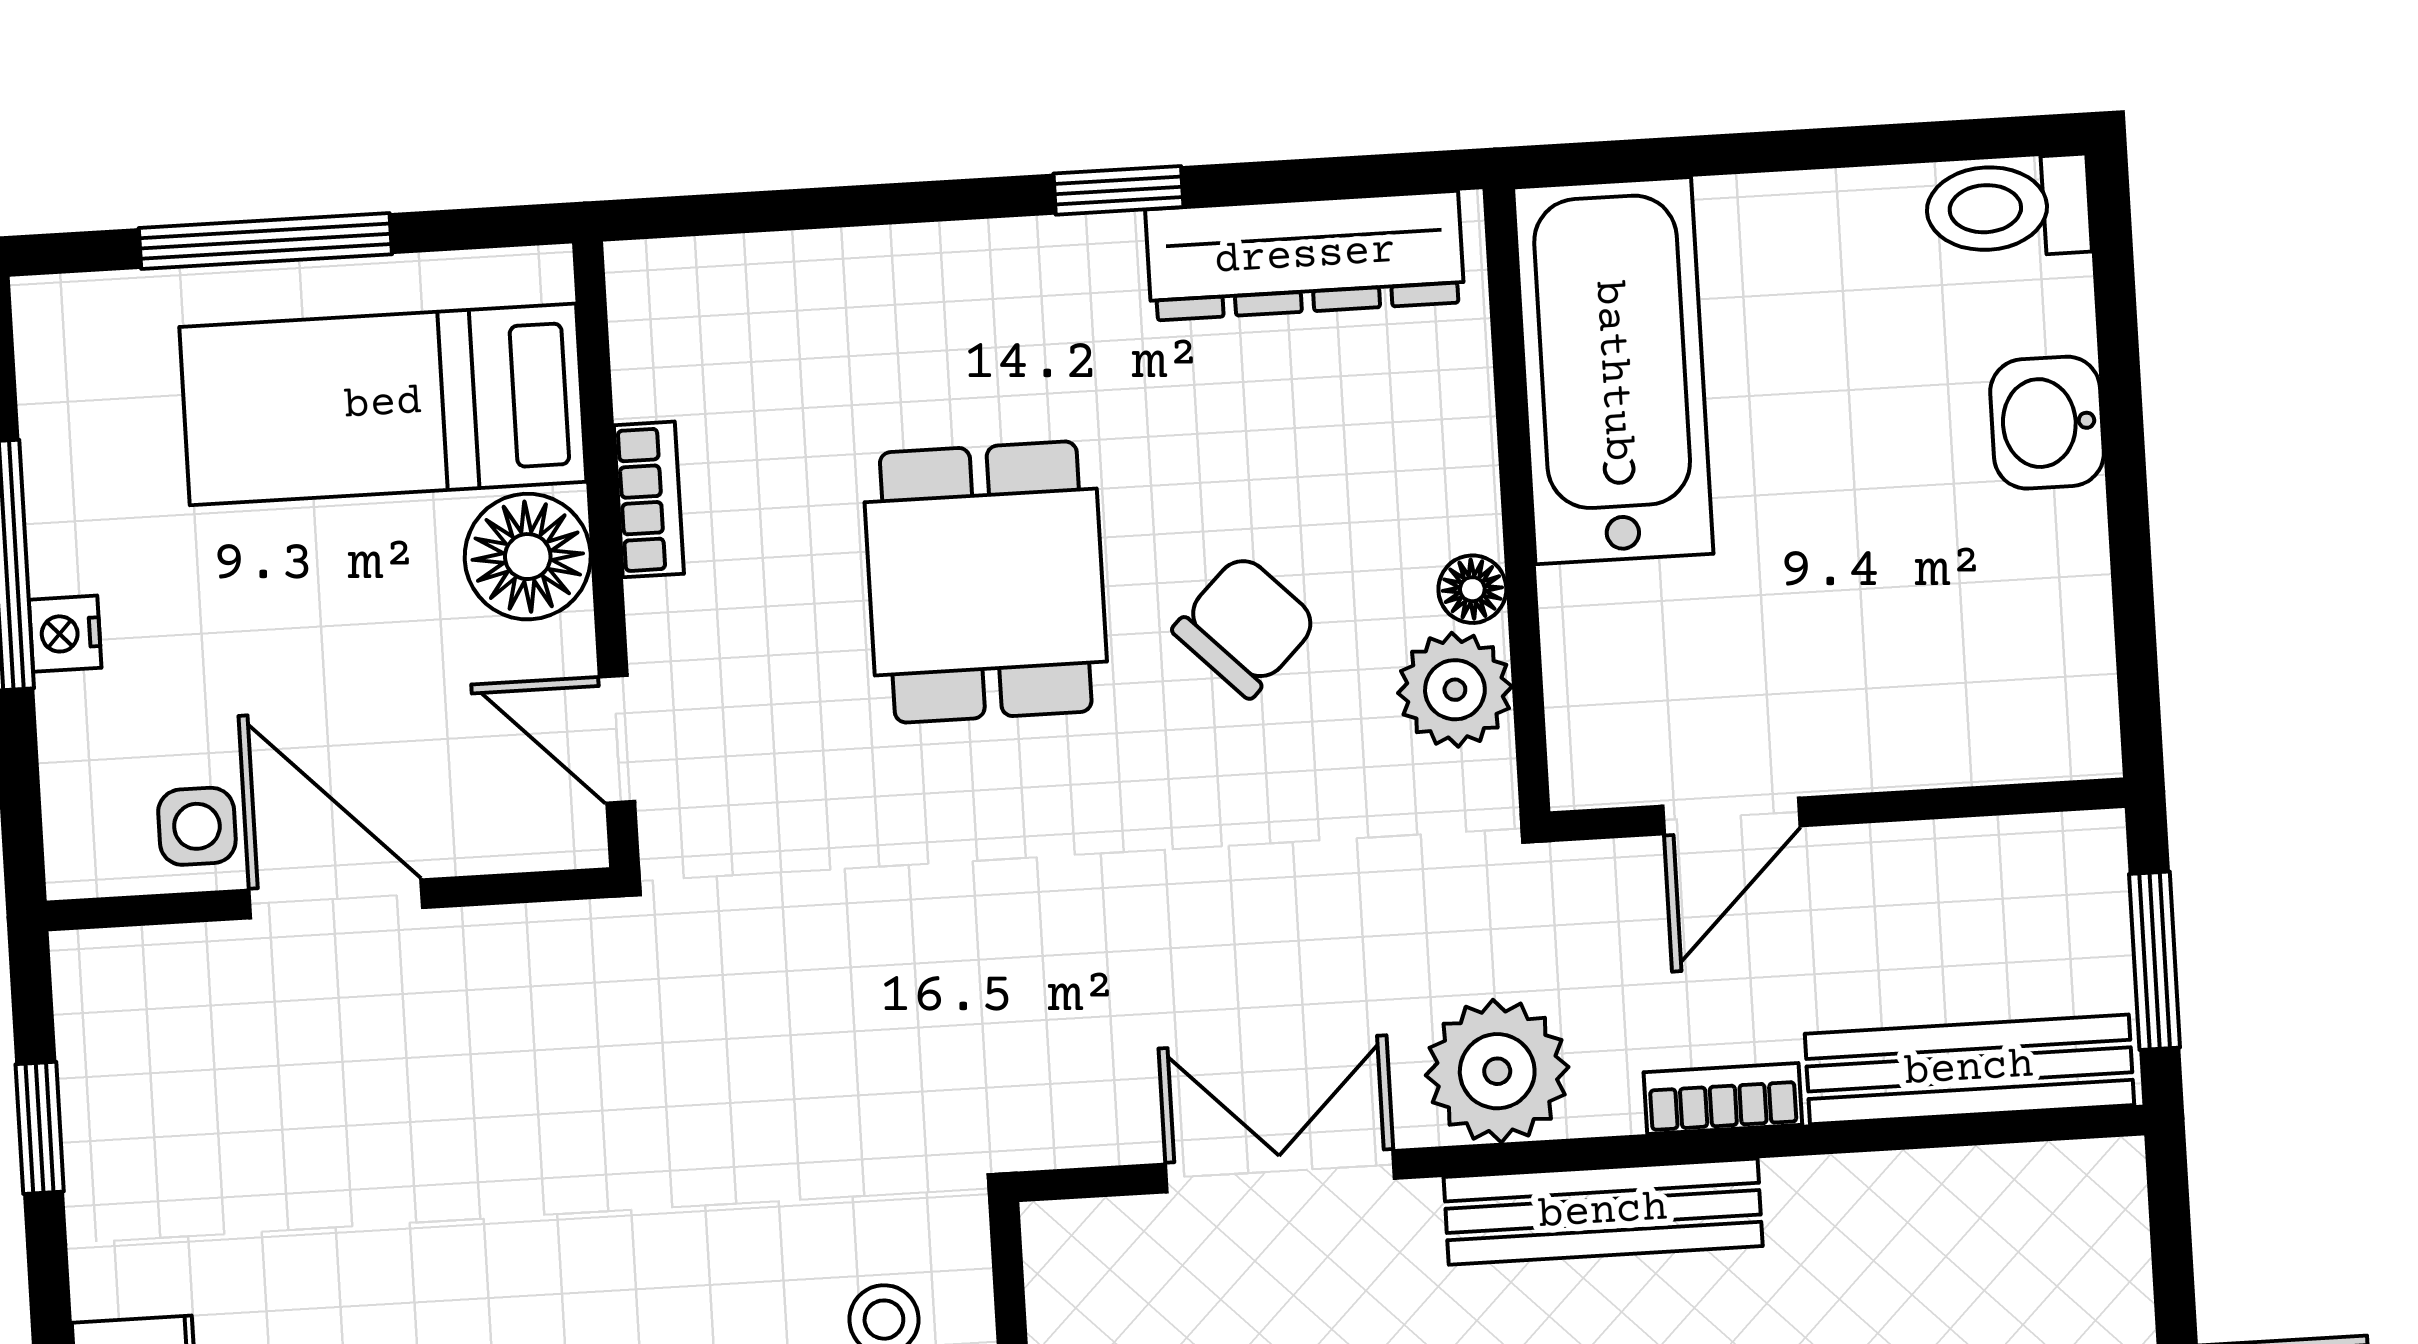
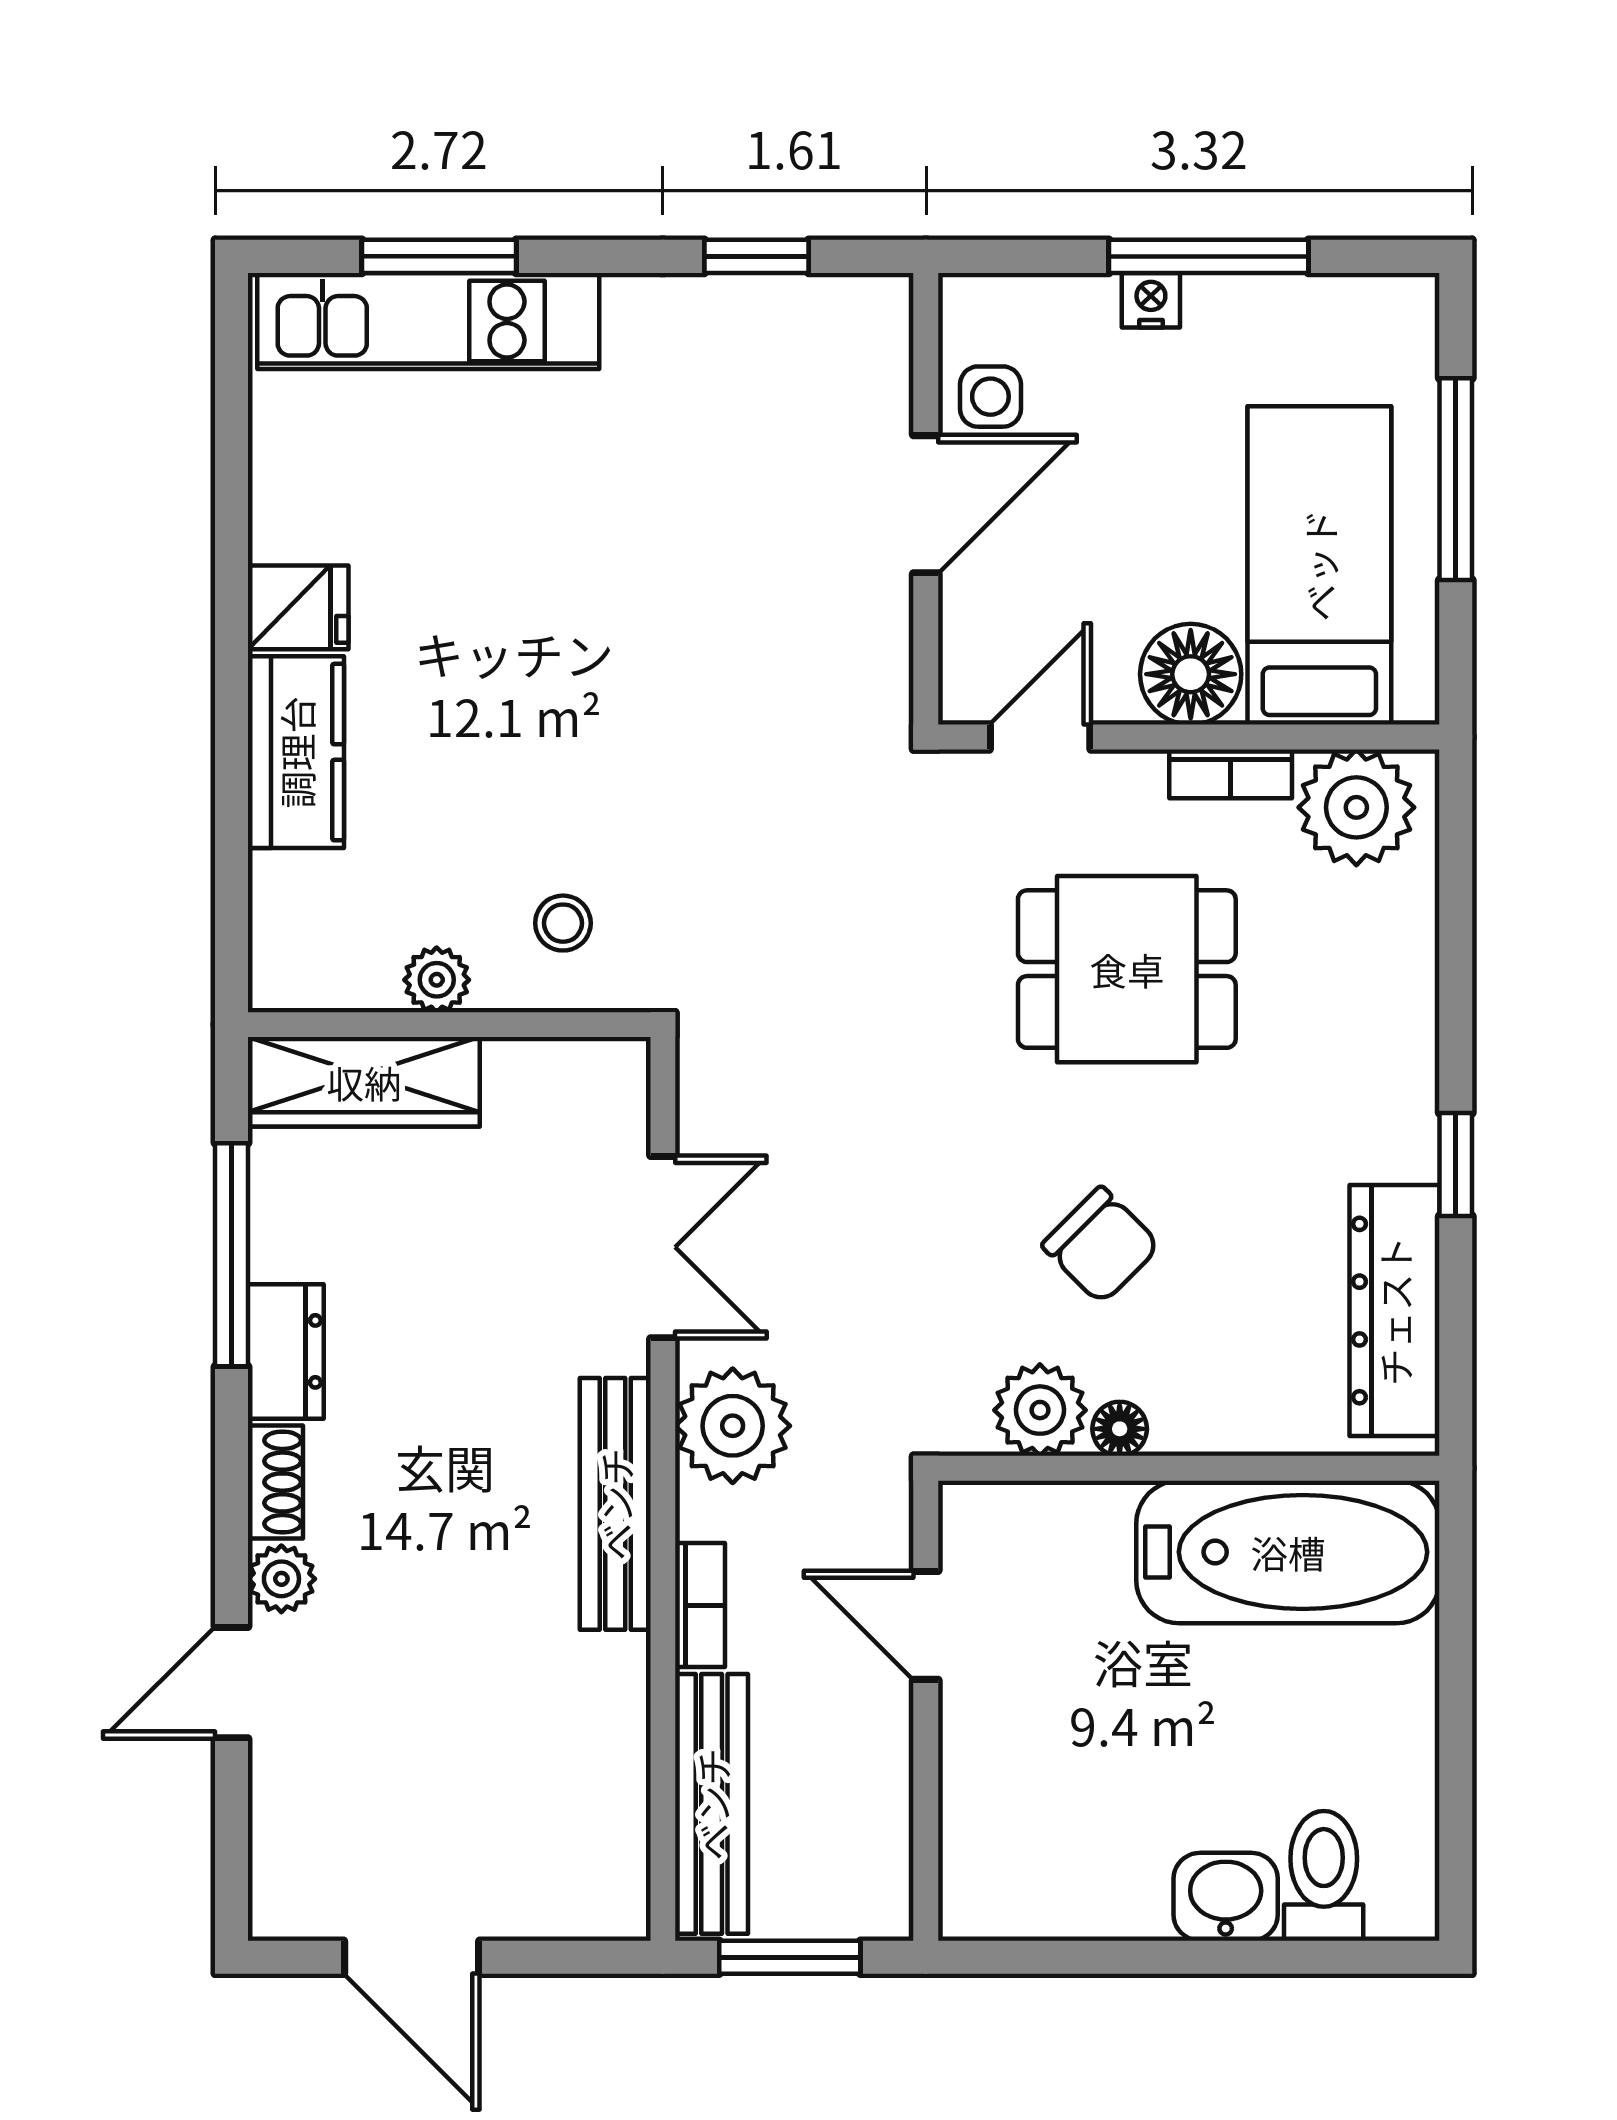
toilet: (2008, 207) -> (1324, 1876), moved
plant: (681, 340) -> (1356, 807), added
dining table: (986, 582) -> (1127, 969), moved

